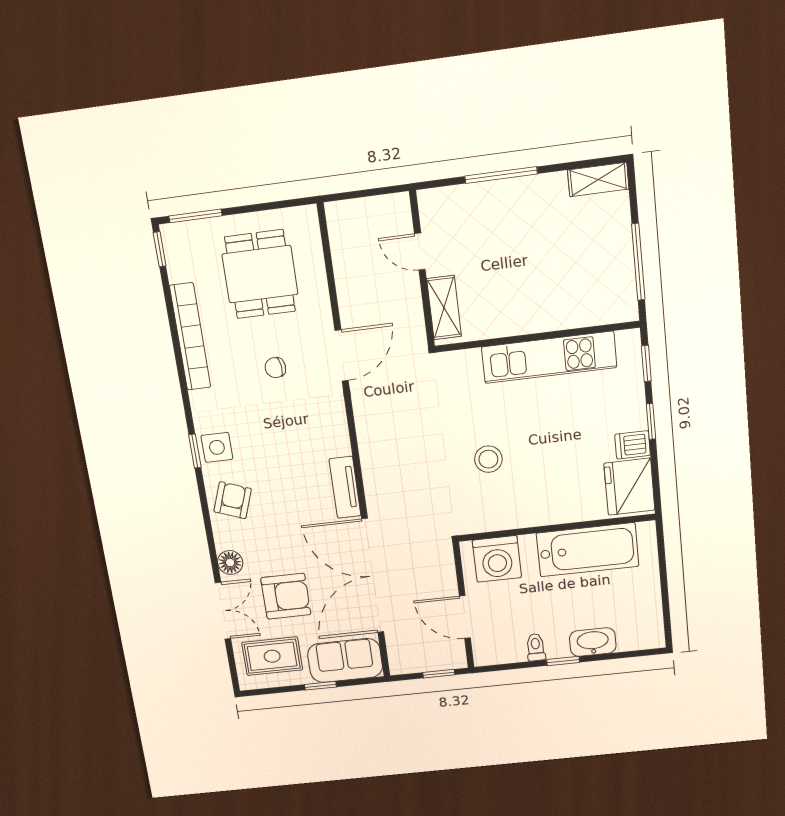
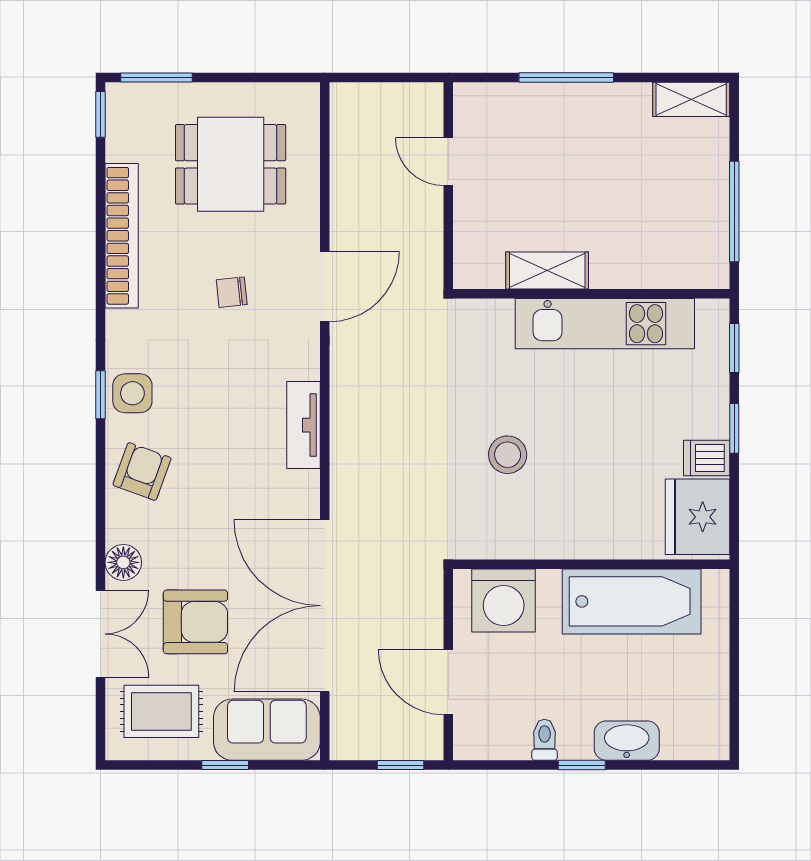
dining table: (260, 274) -> (231, 164), turned 90
shelving: (444, 308) -> (547, 271), moved, turned 90
tv unit: (345, 487) -> (303, 425), moved

